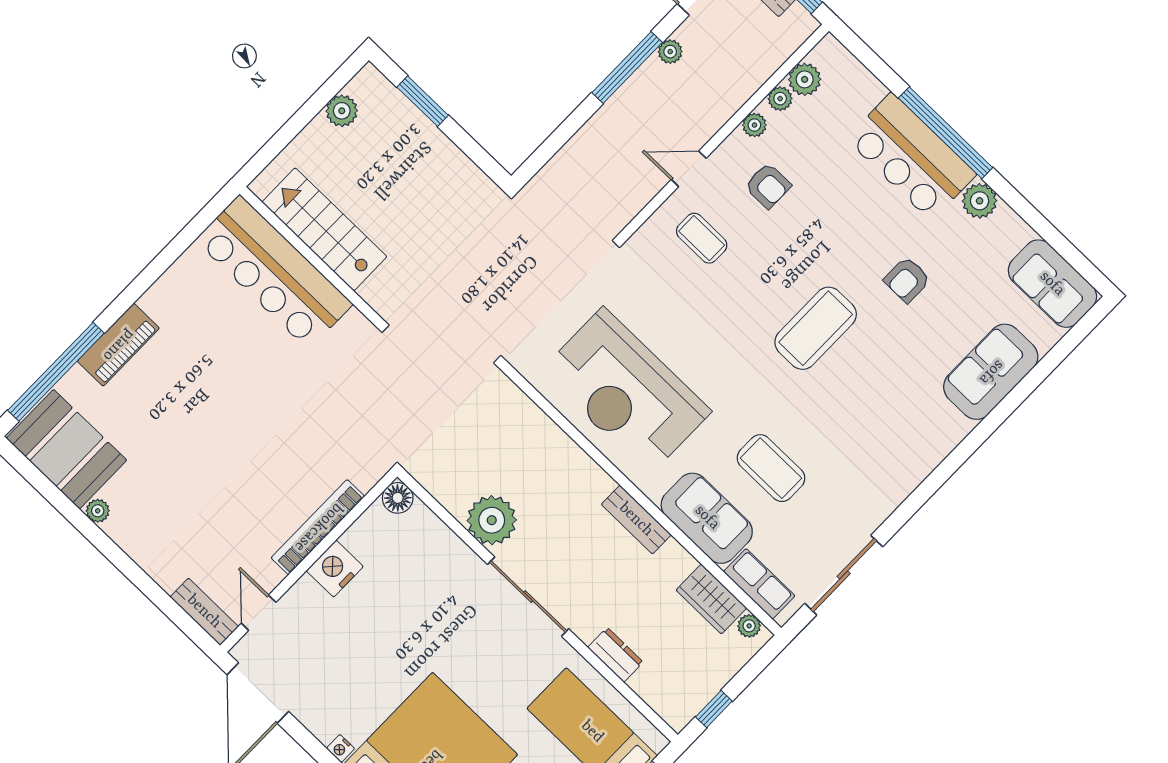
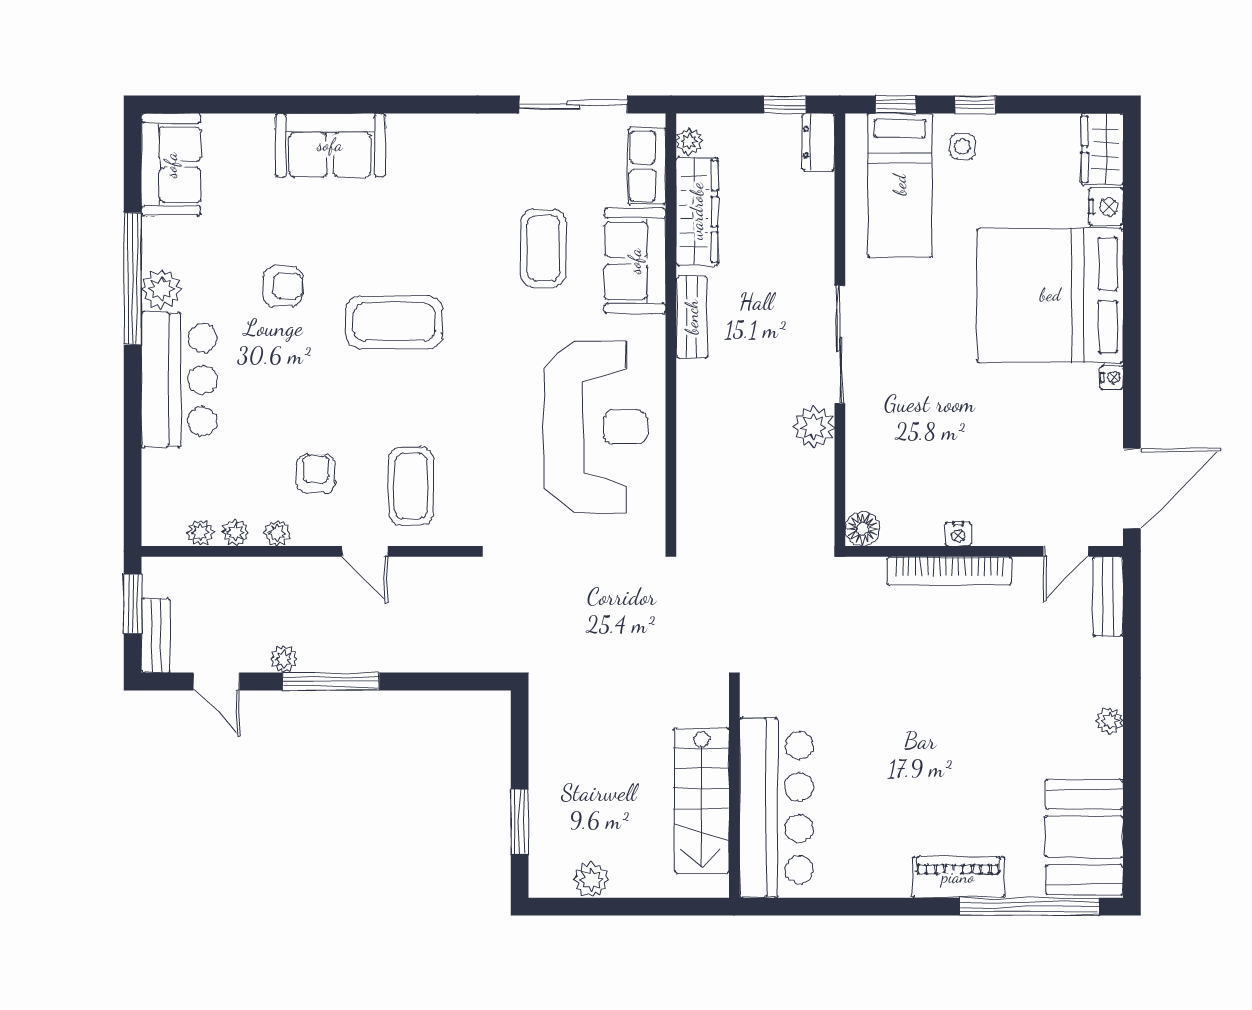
plant: (805, 79) -> (200, 533), width x0.73, depth x0.73
window: (946, 133) -> (133, 279), moved
coffee table: (702, 238) -> (411, 486), width x1.36, depth x1.30
sofa: (991, 372) -> (330, 145), moved
plant: (98, 511) -> (1110, 721), moved
plant: (492, 520) -> (814, 427), width x0.73, depth x0.73
nightstand: (335, 569) -> (958, 534), width x0.53, depth x0.56
wardrobe: (711, 599) -> (697, 211), width x1.50
dresser: (615, 655) -> (818, 142), moved

